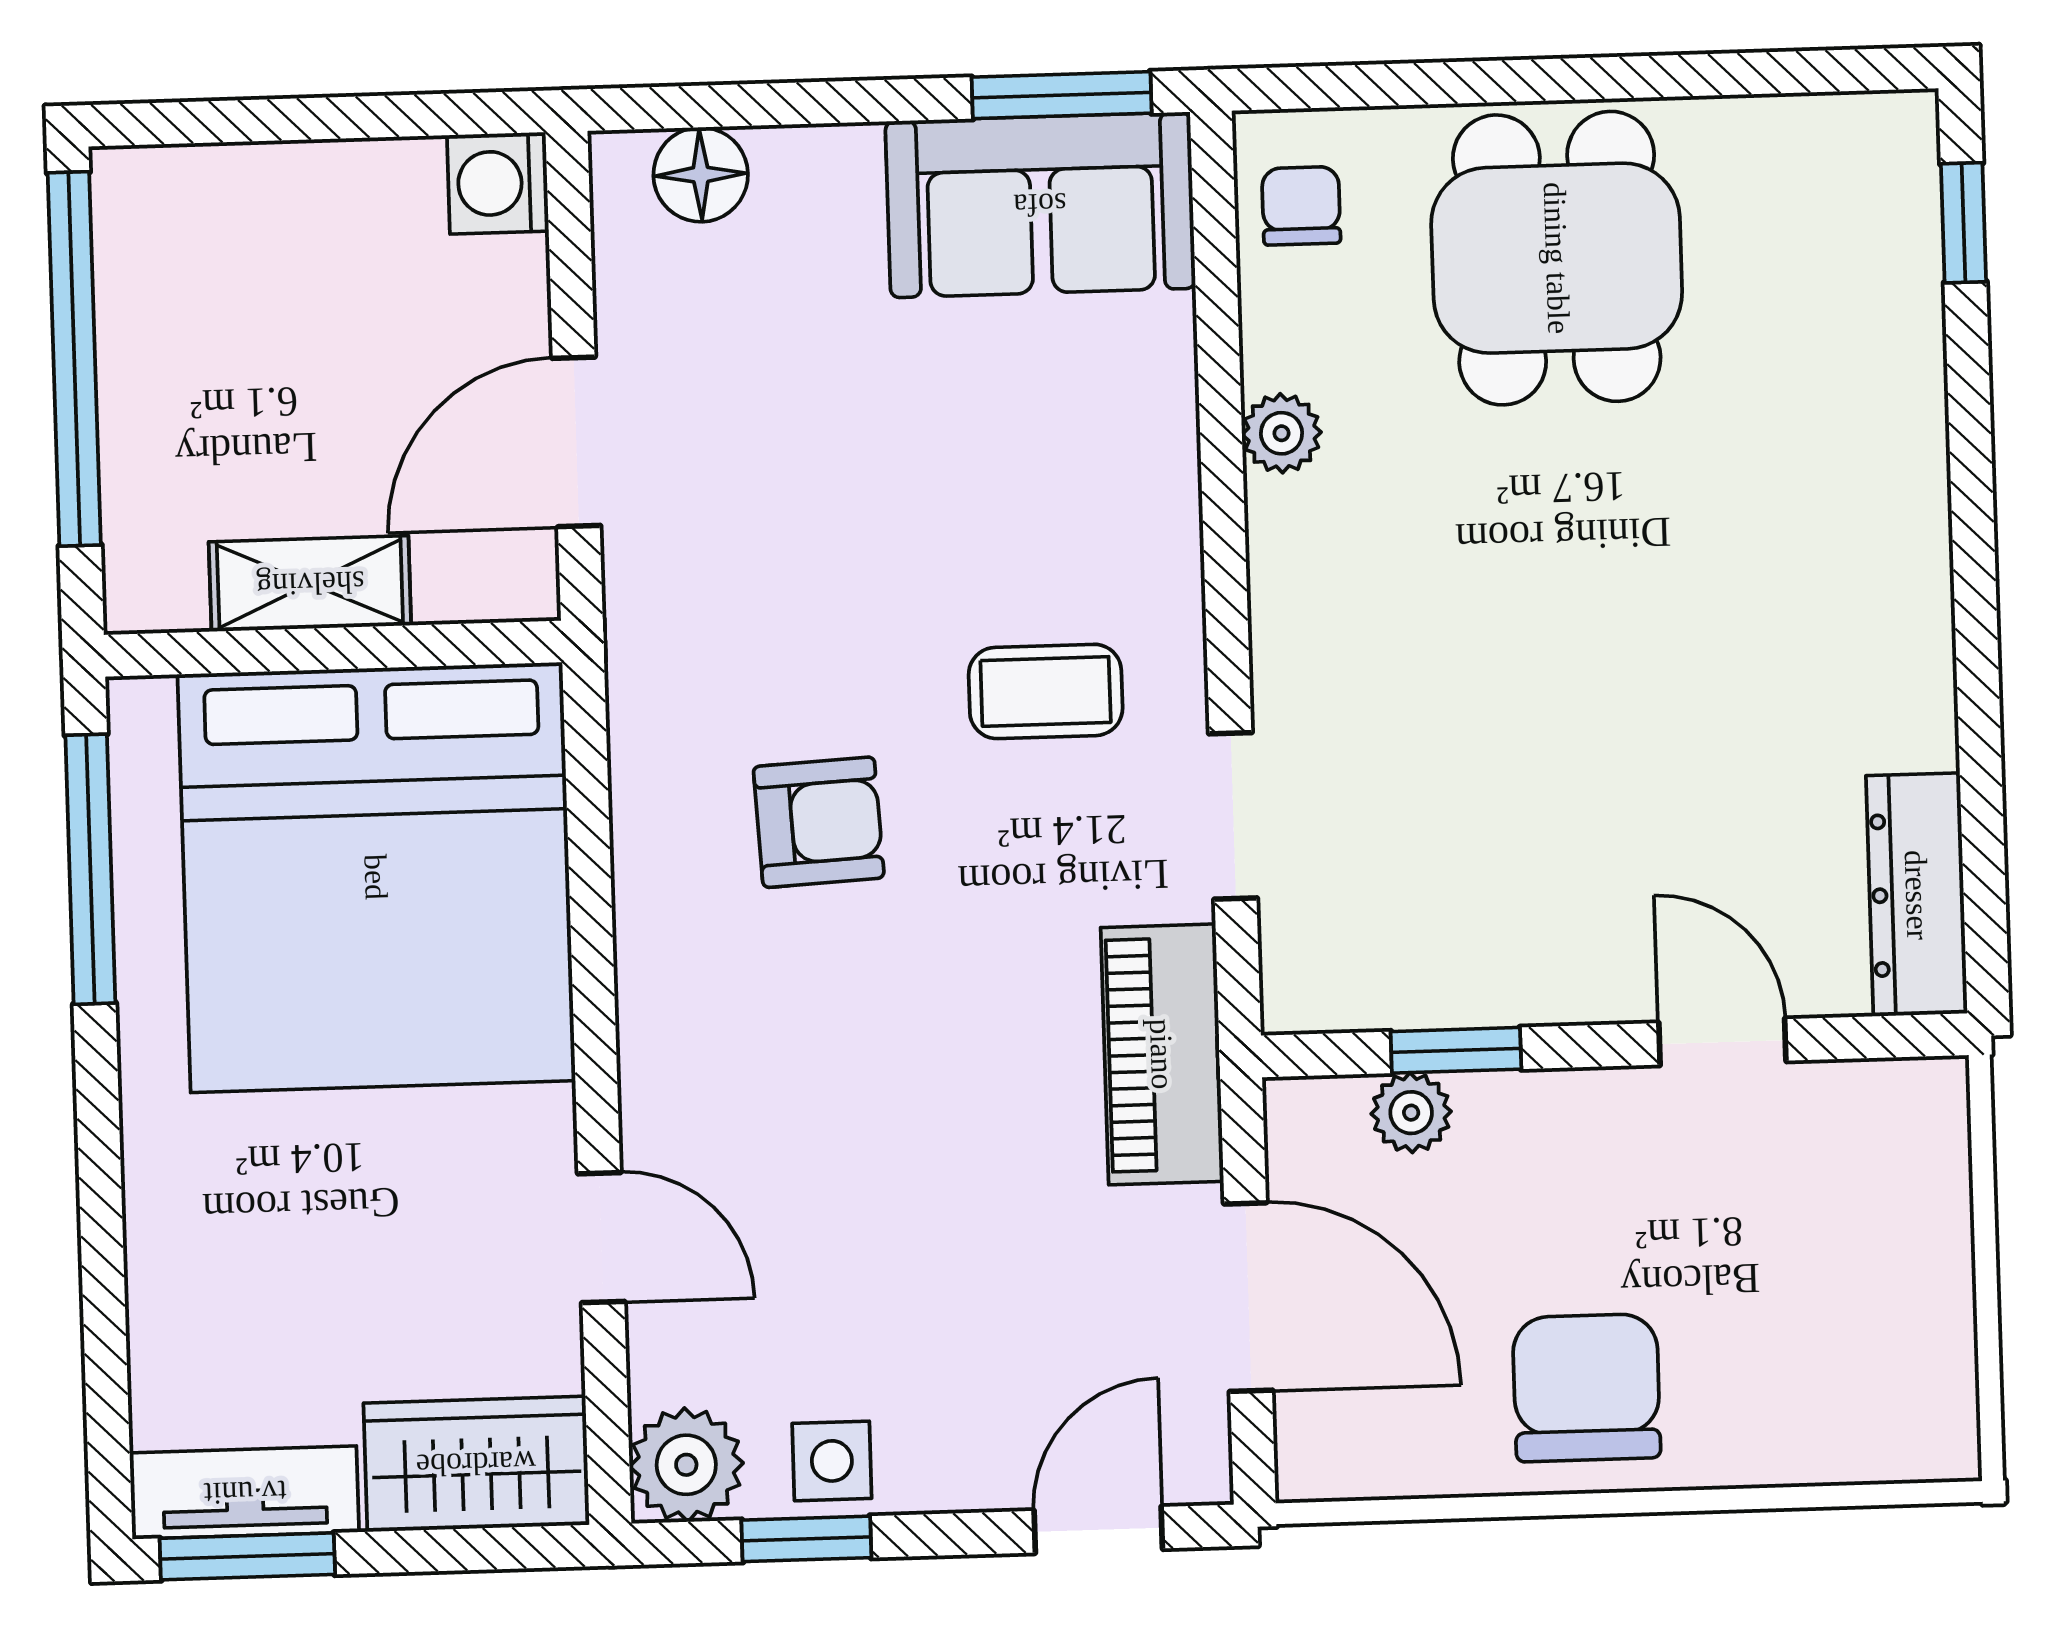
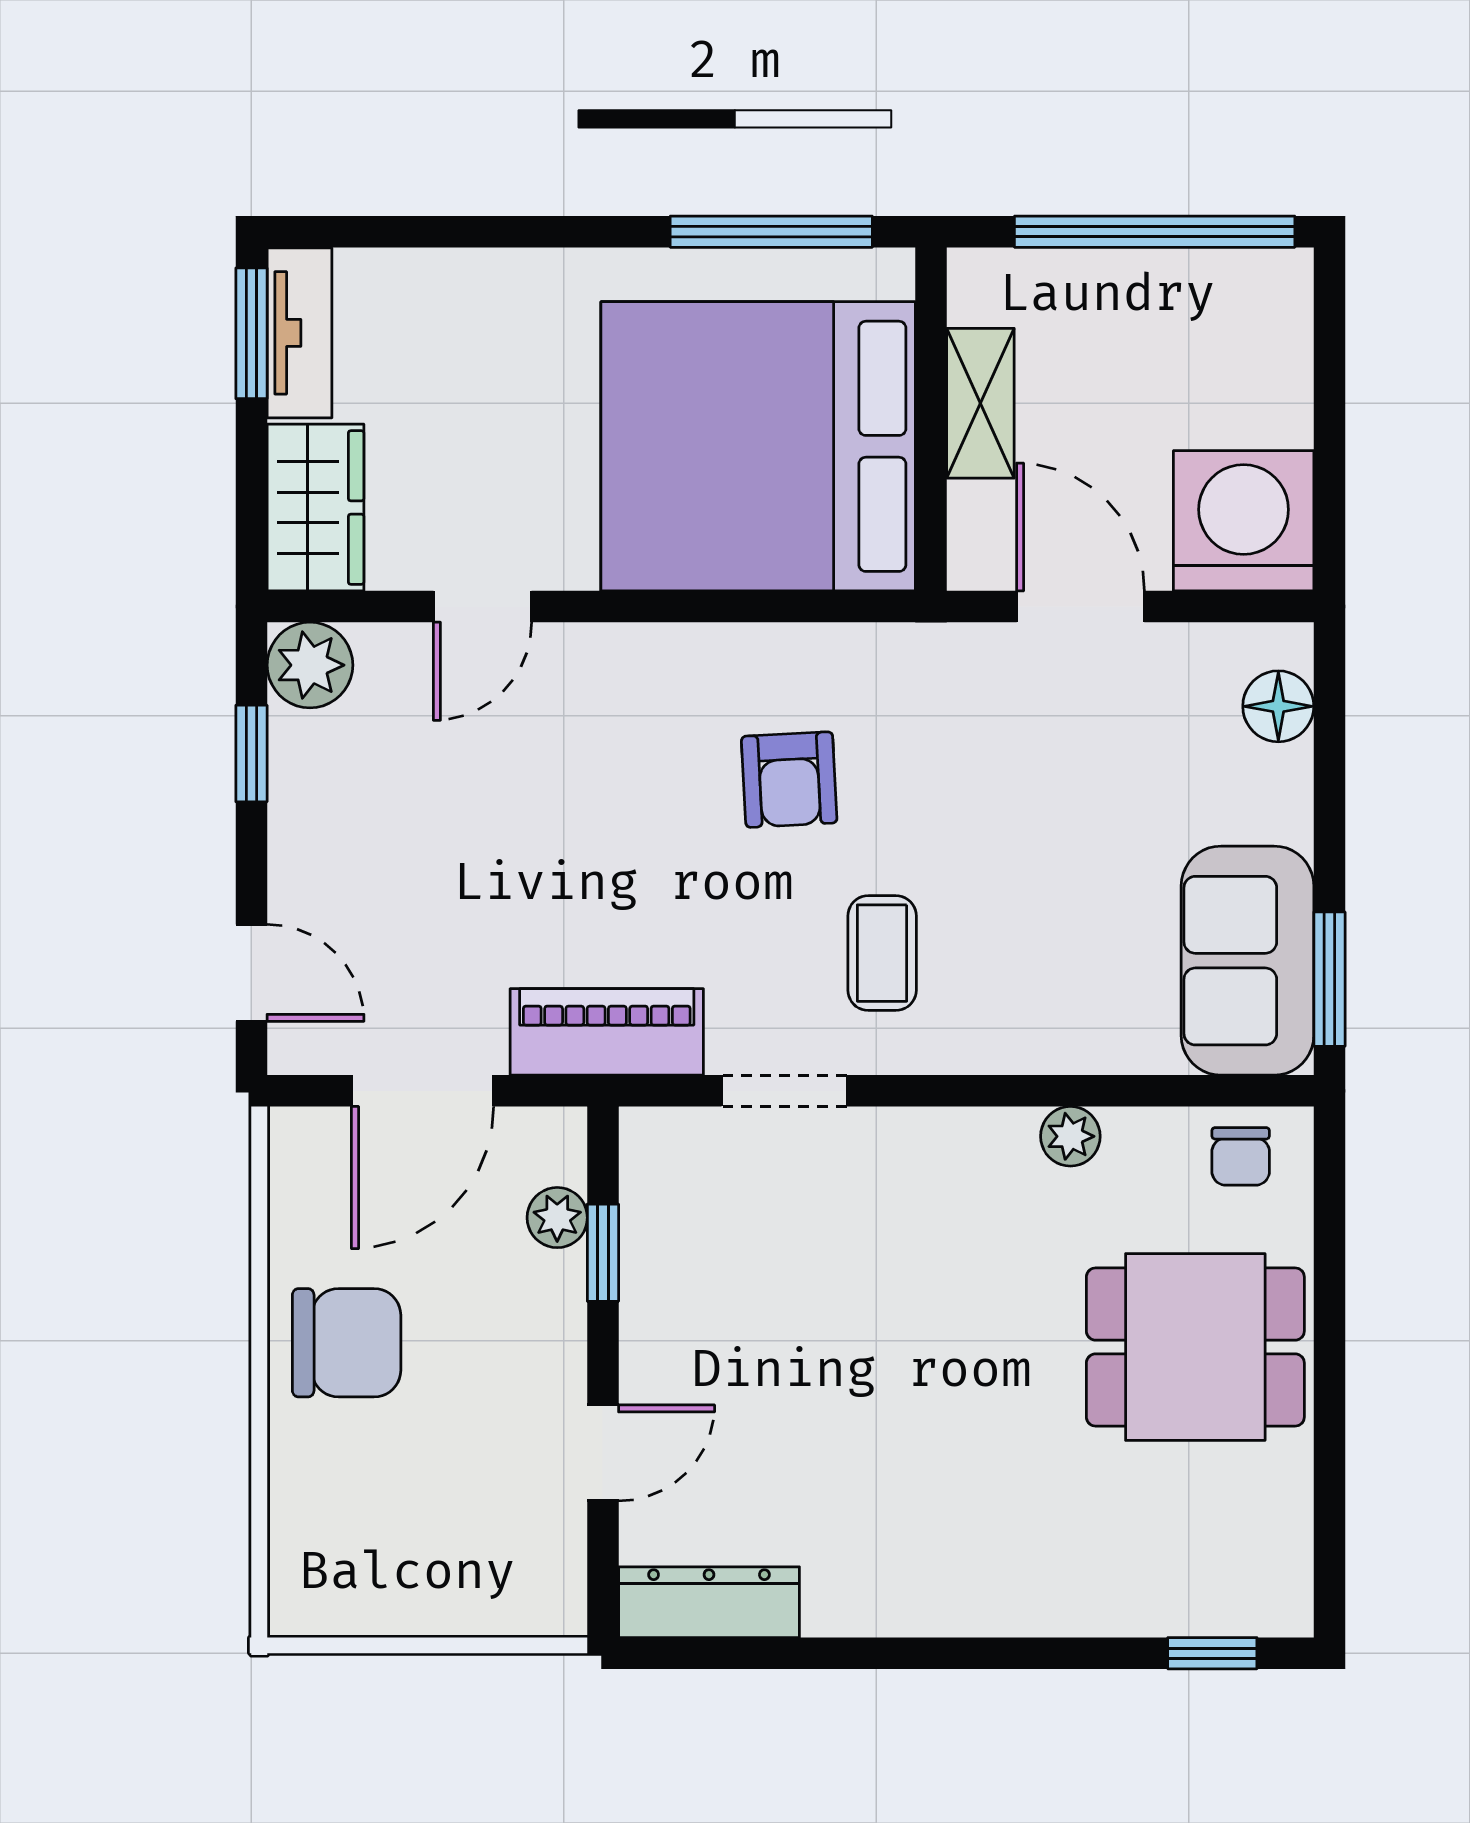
washing machine: (498, 183) -> (1244, 521), width x1.89, depth x1.89
chair: (1301, 206) -> (1241, 1156), turned 90
side table: (832, 1461) -> (309, 774), removed

